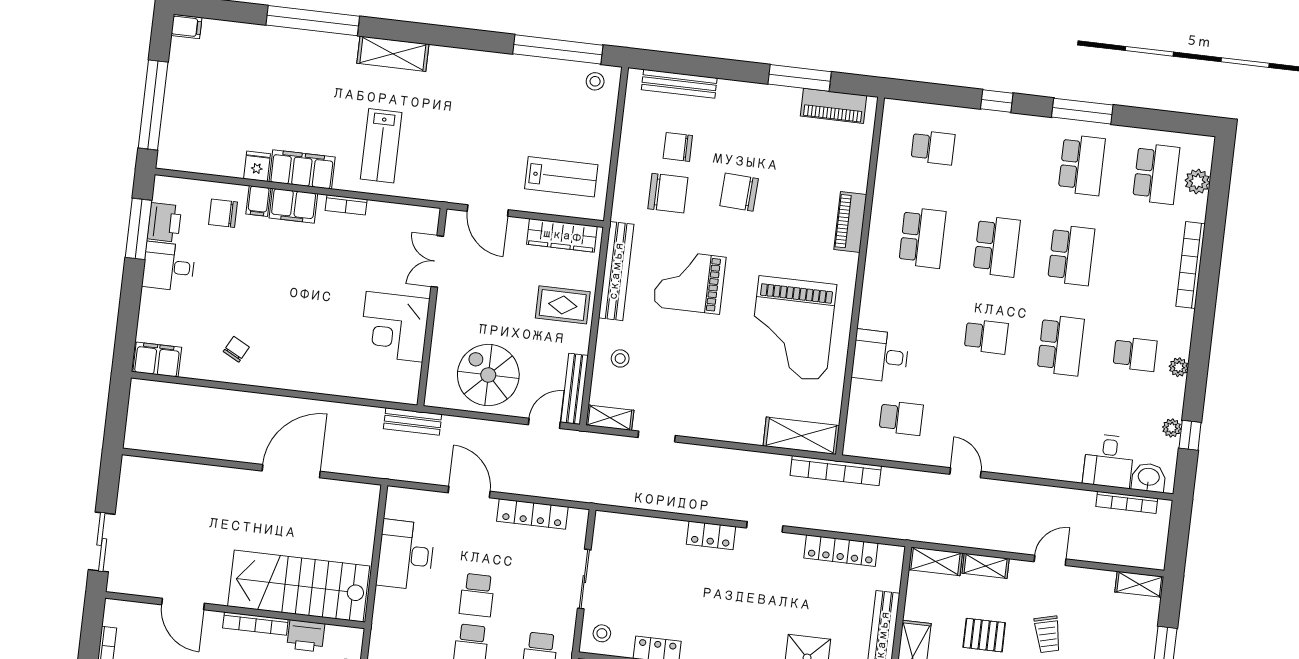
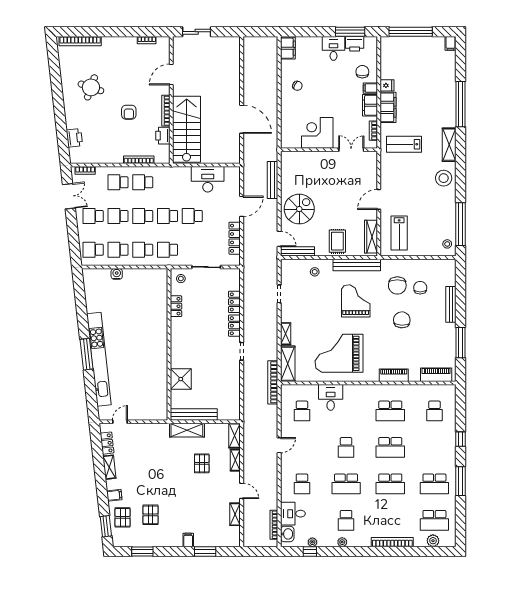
stool: (460, 73) -> (444, 178), added
bench: (679, 84) -> (451, 304), moved
piano: (833, 106) -> (436, 375), moved, turned 90
double door: (437, 261) -> (351, 150), moved
wall: (432, 307) -> (329, 150), moved
corner desk: (395, 327) -> (317, 133), moved
shelving: (610, 418) -> (286, 334), moved
bench: (413, 421) -> (272, 180), width x1.36
school desk: (1050, 435) -> (302, 484), added
locker: (841, 551) -> (234, 302), moved, width x0.66
shelving: (1139, 584) -> (235, 514), moved
trolley: (1048, 634) -> (206, 494), removed

